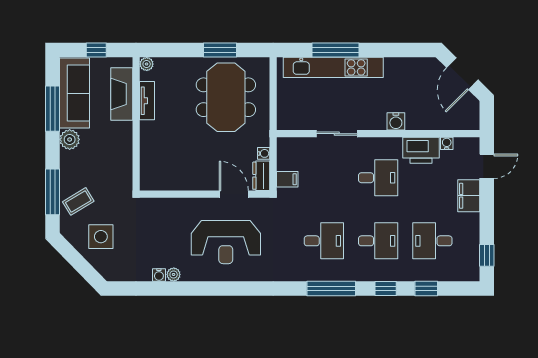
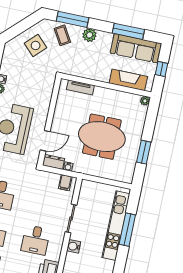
meeting table: (226, 97) -> (102, 137), moved
tv unit: (147, 101) -> (80, 87), moved
water cooler: (396, 121) -> (74, 246), moved
plant: (70, 139) -> (89, 35), moved
filing cabinet: (287, 179) -> (65, 183), moved
side table: (101, 237) -> (36, 45), turned 45

